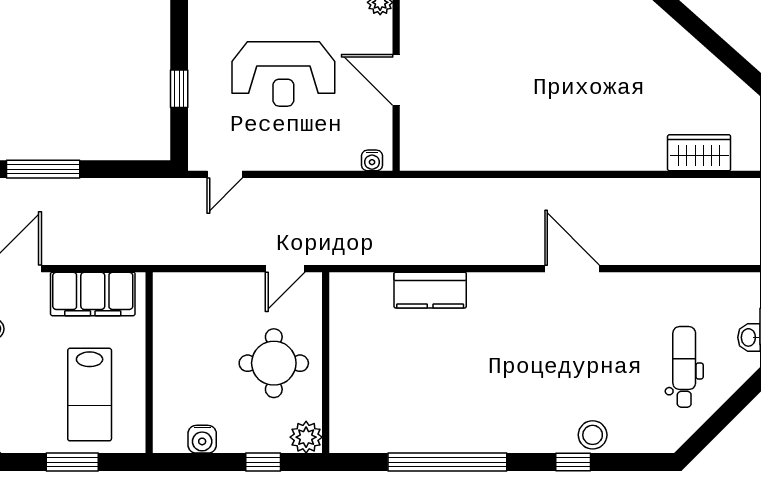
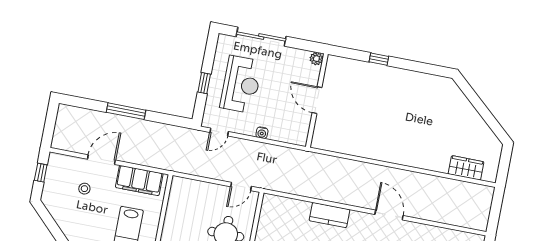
reception desk: (283, 74) -> (241, 84), moved, turned -90
water cooler: (372, 160) -> (262, 133), moved
kitchen counter: (430, 290) -> (330, 215), moved

